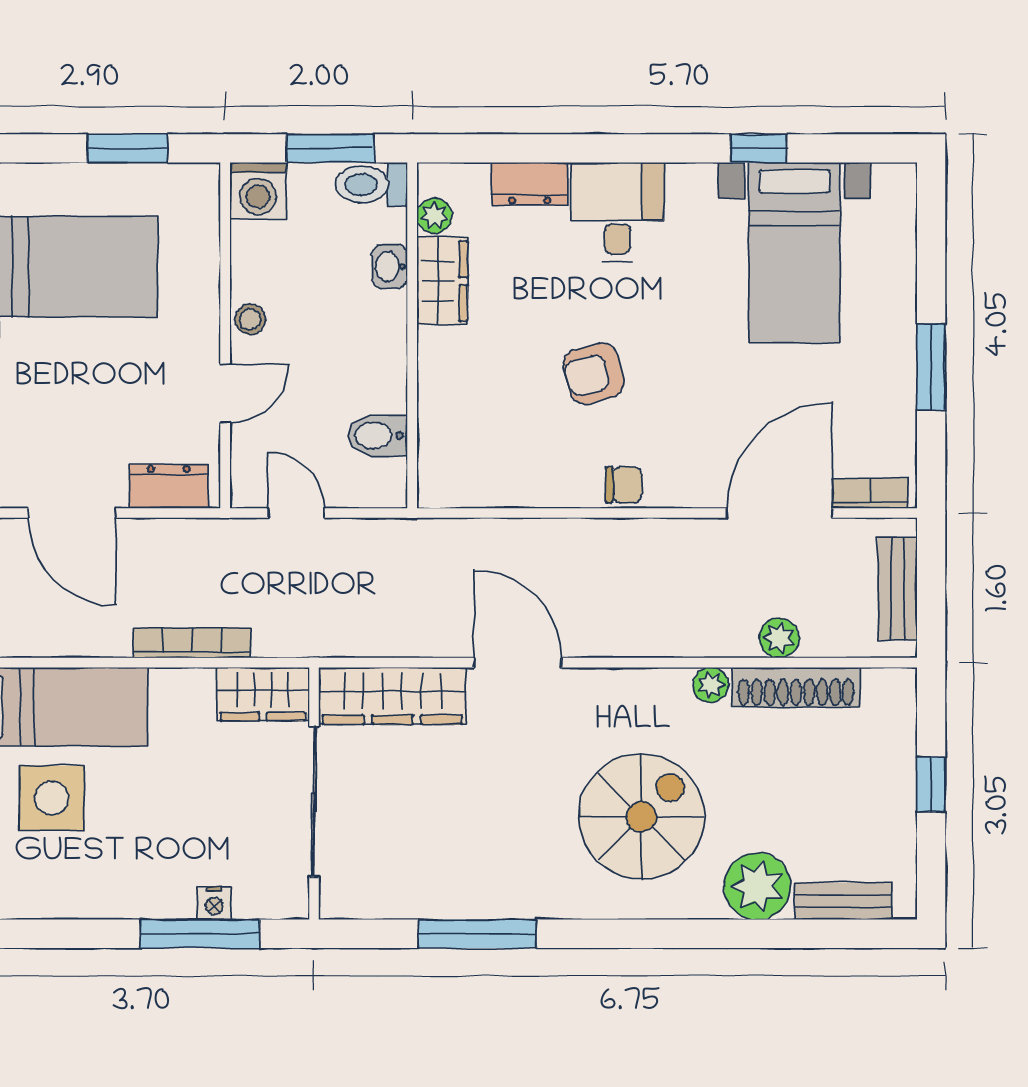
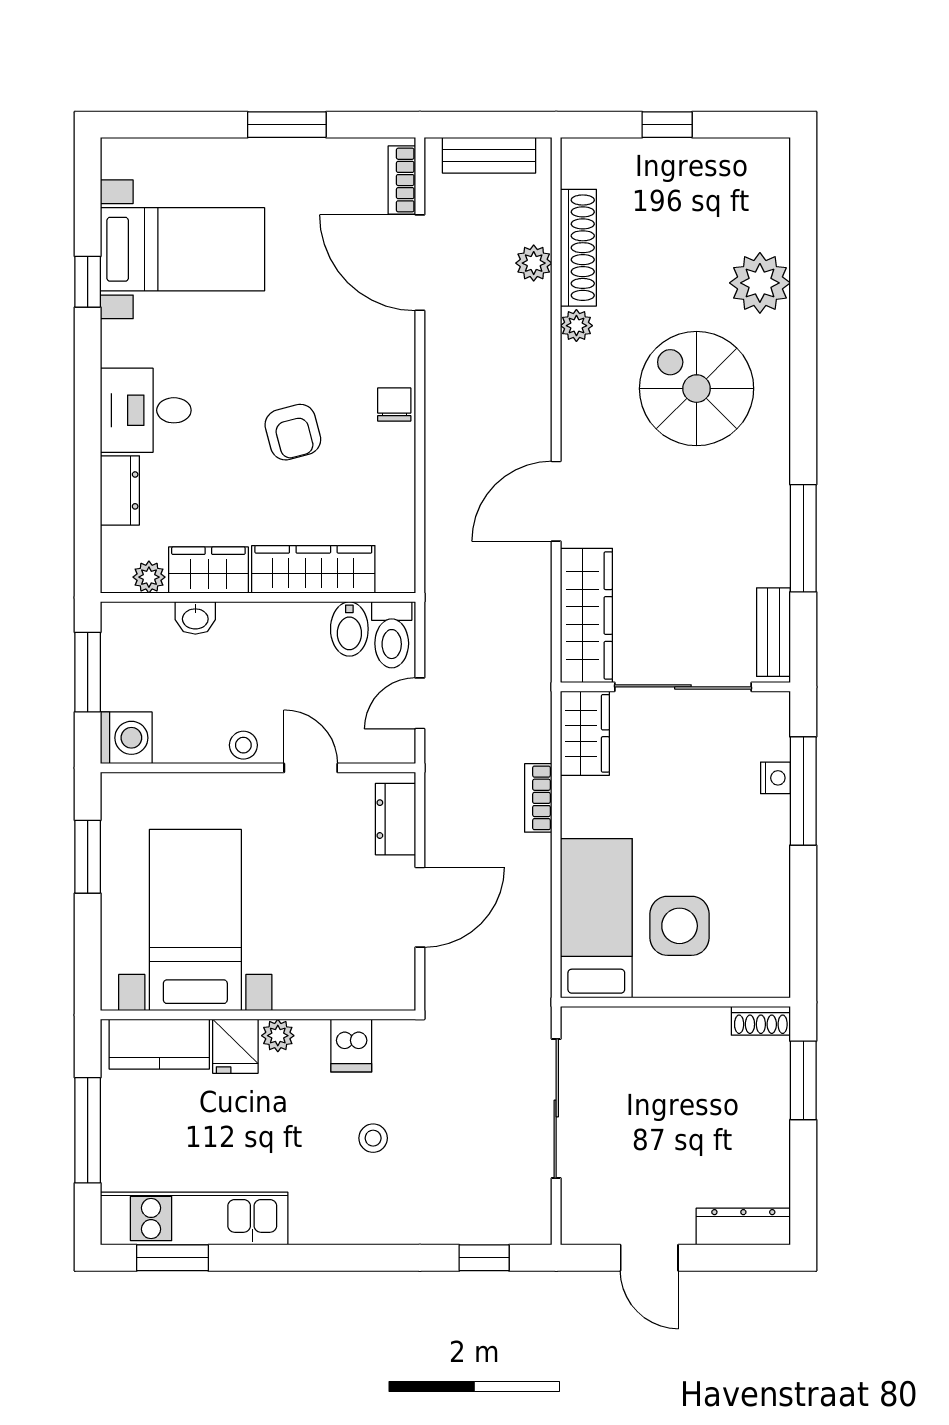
toilet: (371, 184) -> (392, 635), moved
wardrobe: (443, 396) -> (313, 569), added
bookcase: (192, 643) -> (538, 798), width x0.64
bench: (843, 901) -> (774, 632), moved

